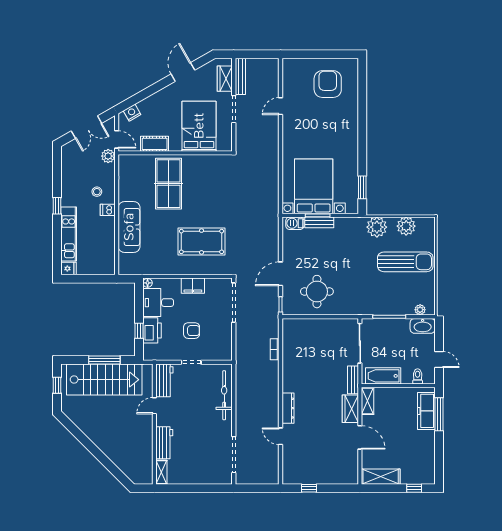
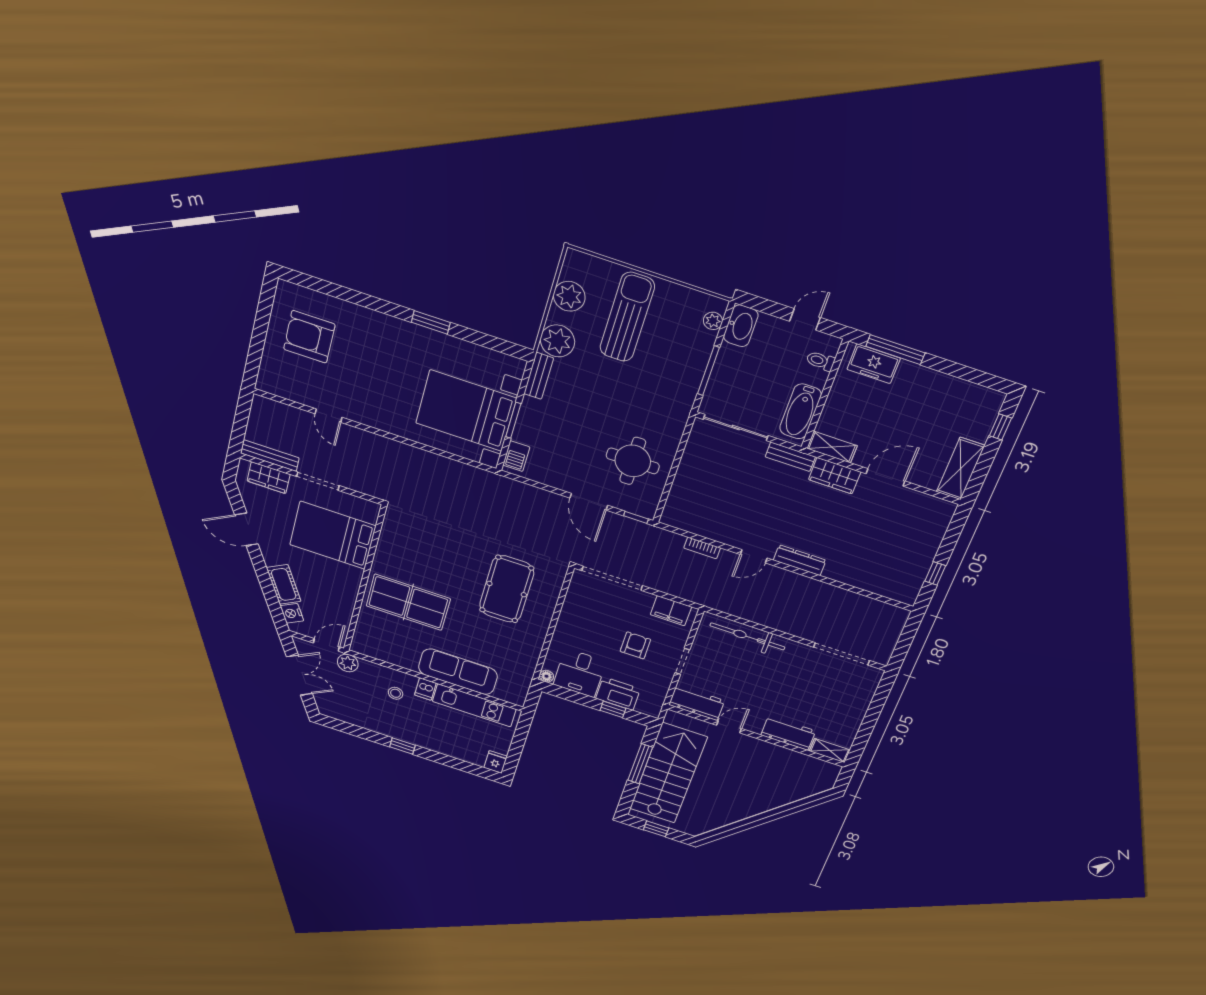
cot: (155, 144) -> (284, 584), moved, turned -30
window: (362, 187) -> (431, 322), moved
bench: (319, 222) -> (539, 376), moved
kitchen unit: (69, 234) -> (474, 705), moved, turned 180
filing cabinet: (193, 286) -> (671, 611), moved, turned 90
door: (154, 406) -> (729, 727), swing flipped
freezer: (426, 411) -> (874, 364), width x0.71
door: (281, 436) -> (754, 556), moved

